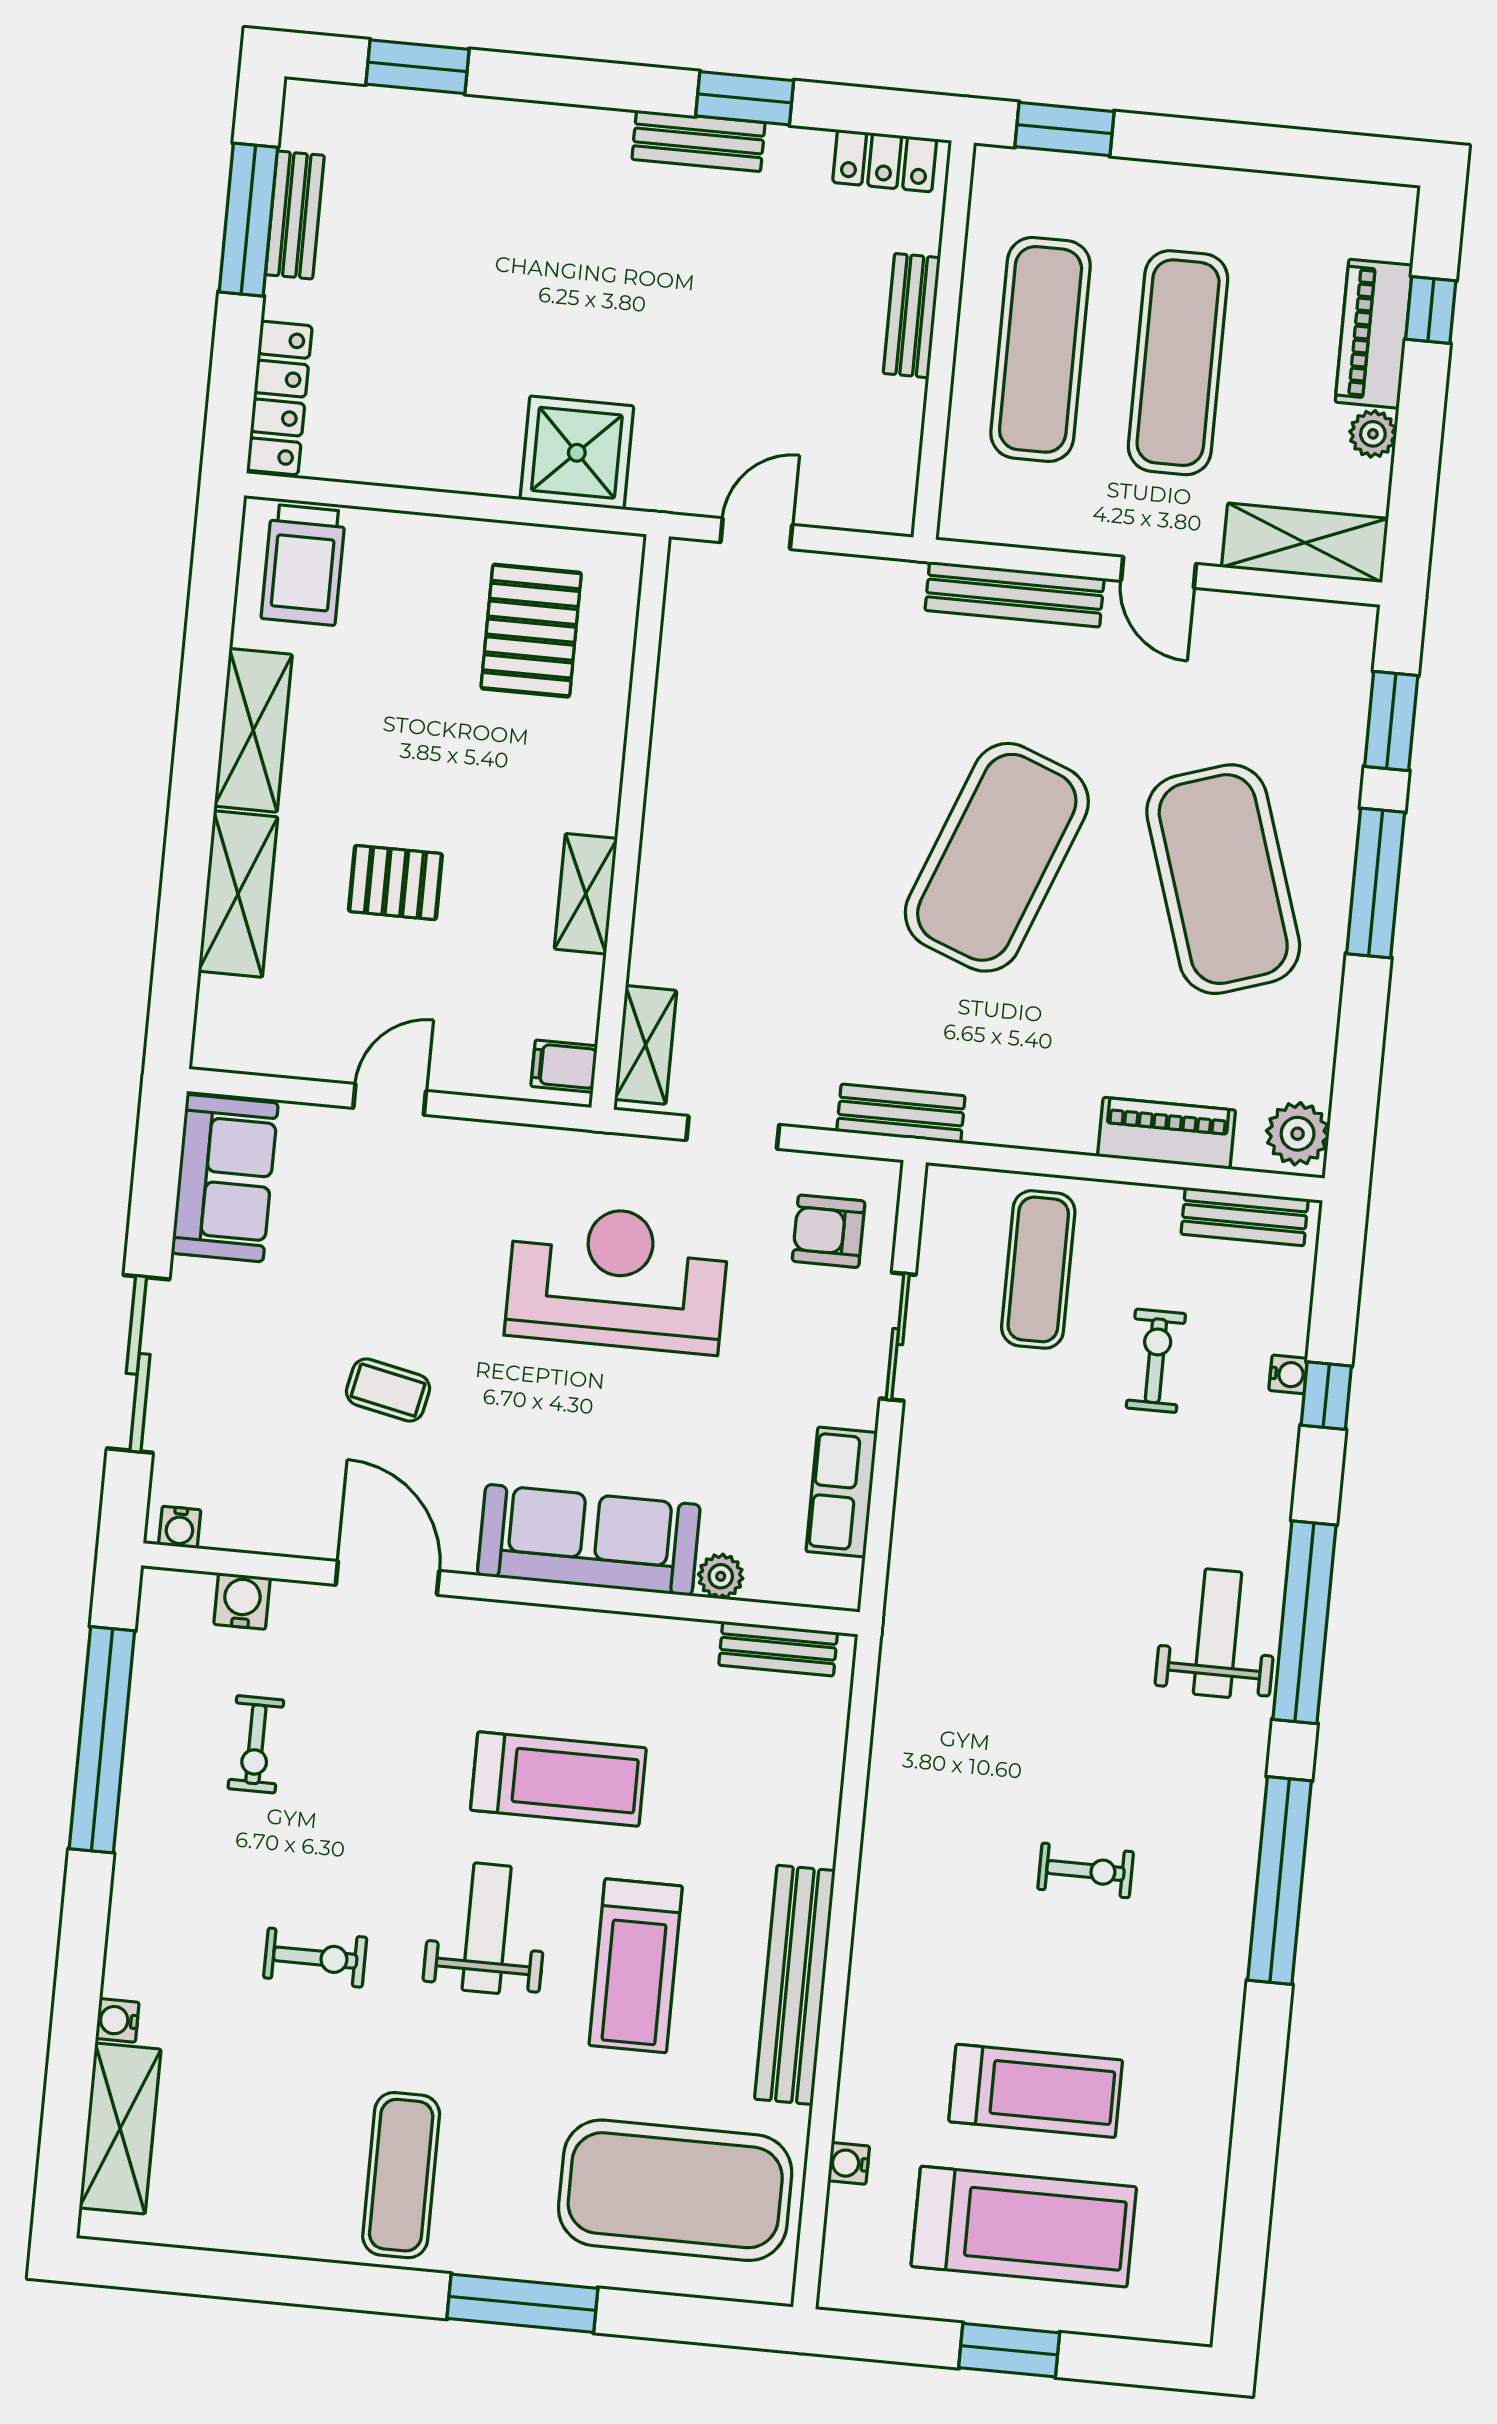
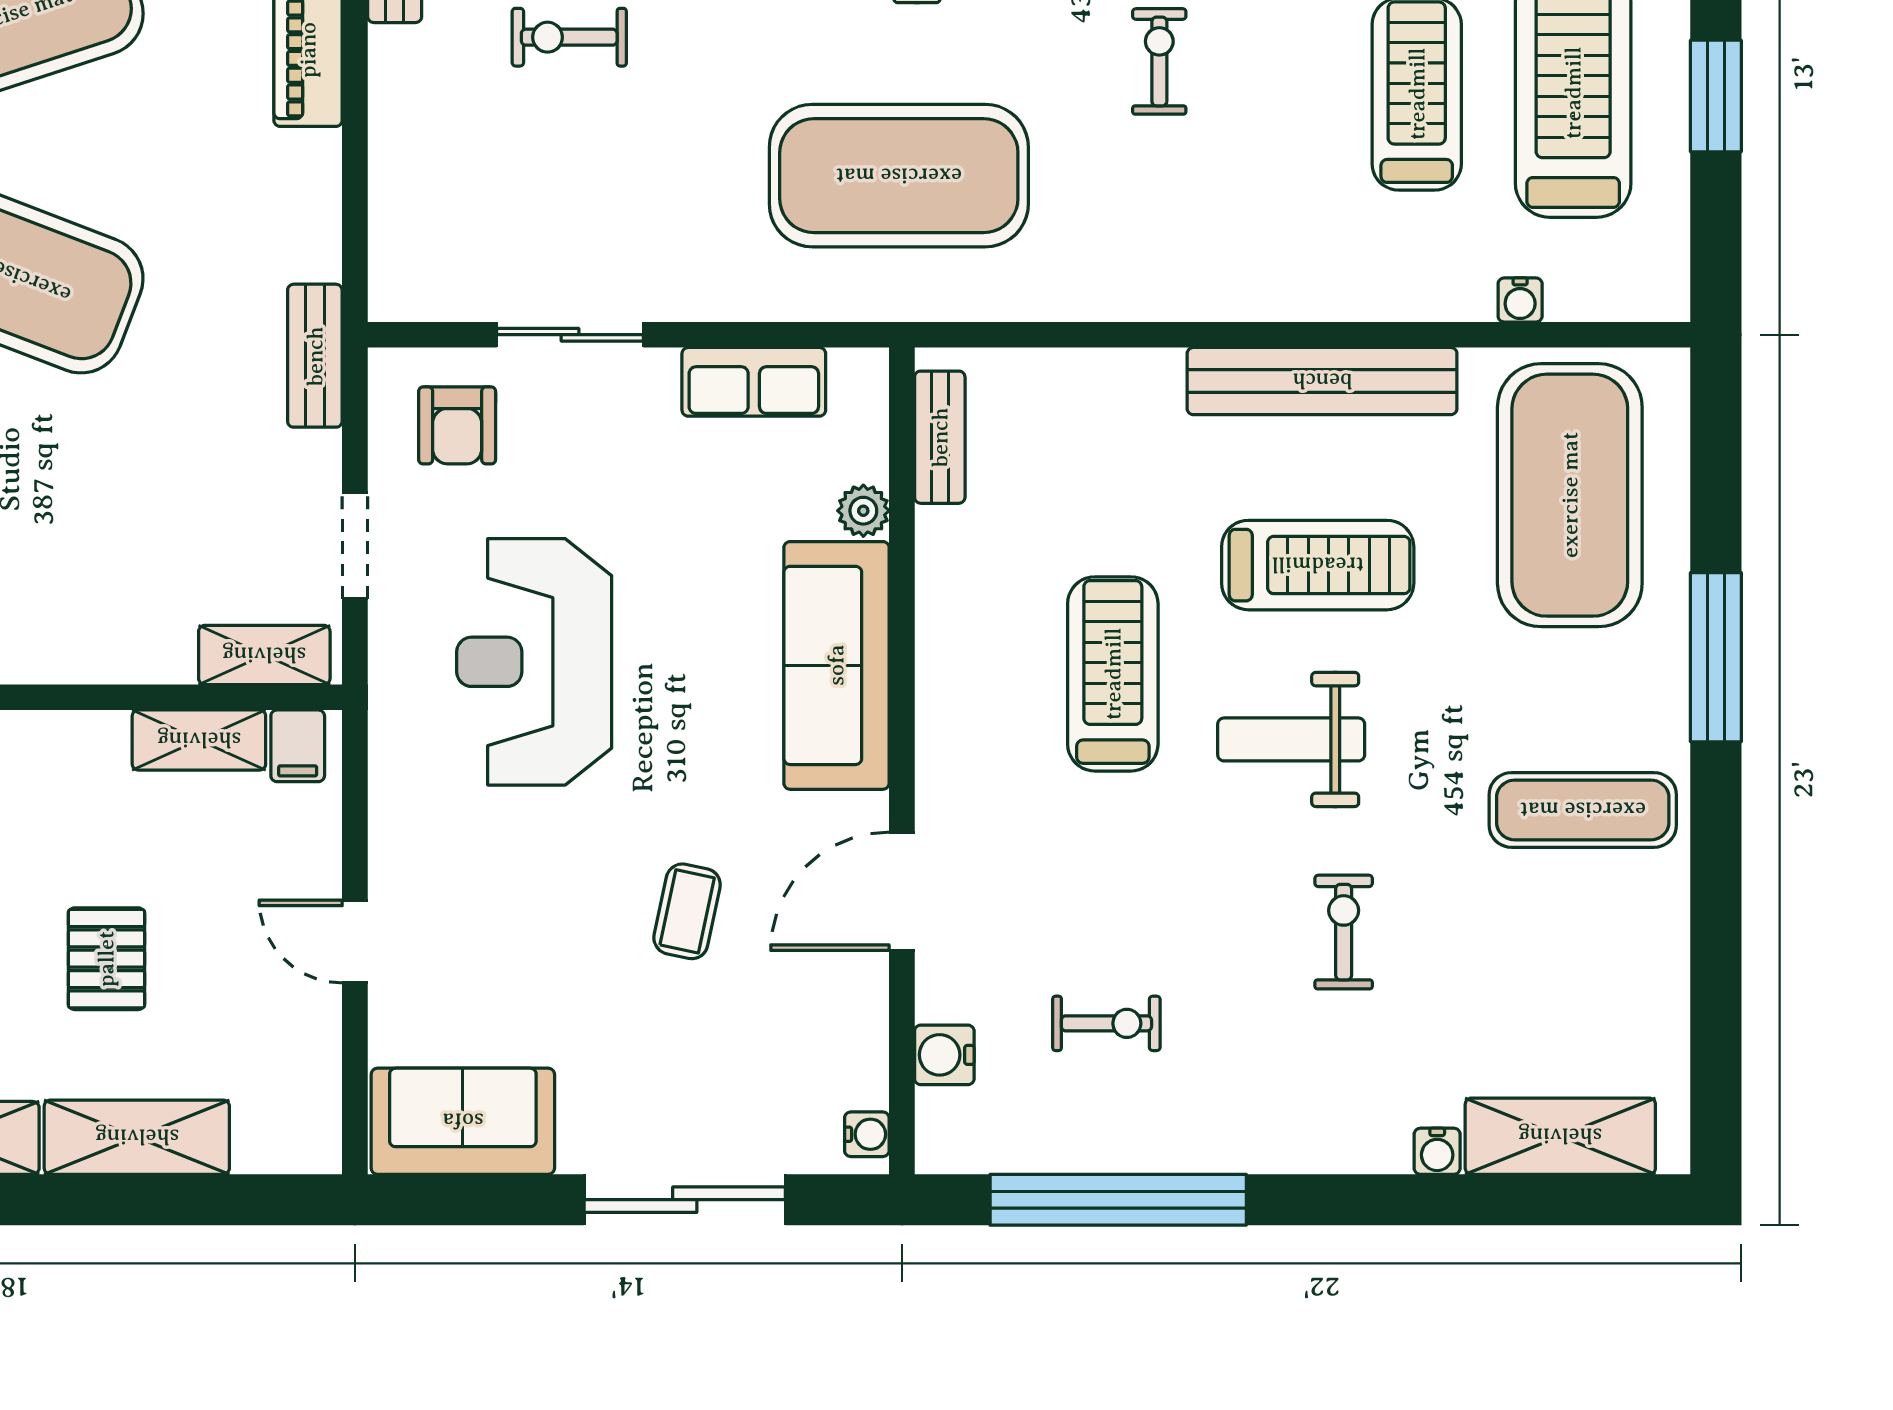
shelving: (586, 894) -> (199, 740), moved
exercise mat: (1038, 1269) -> (899, 176), moved, width x2.00, depth x1.45

